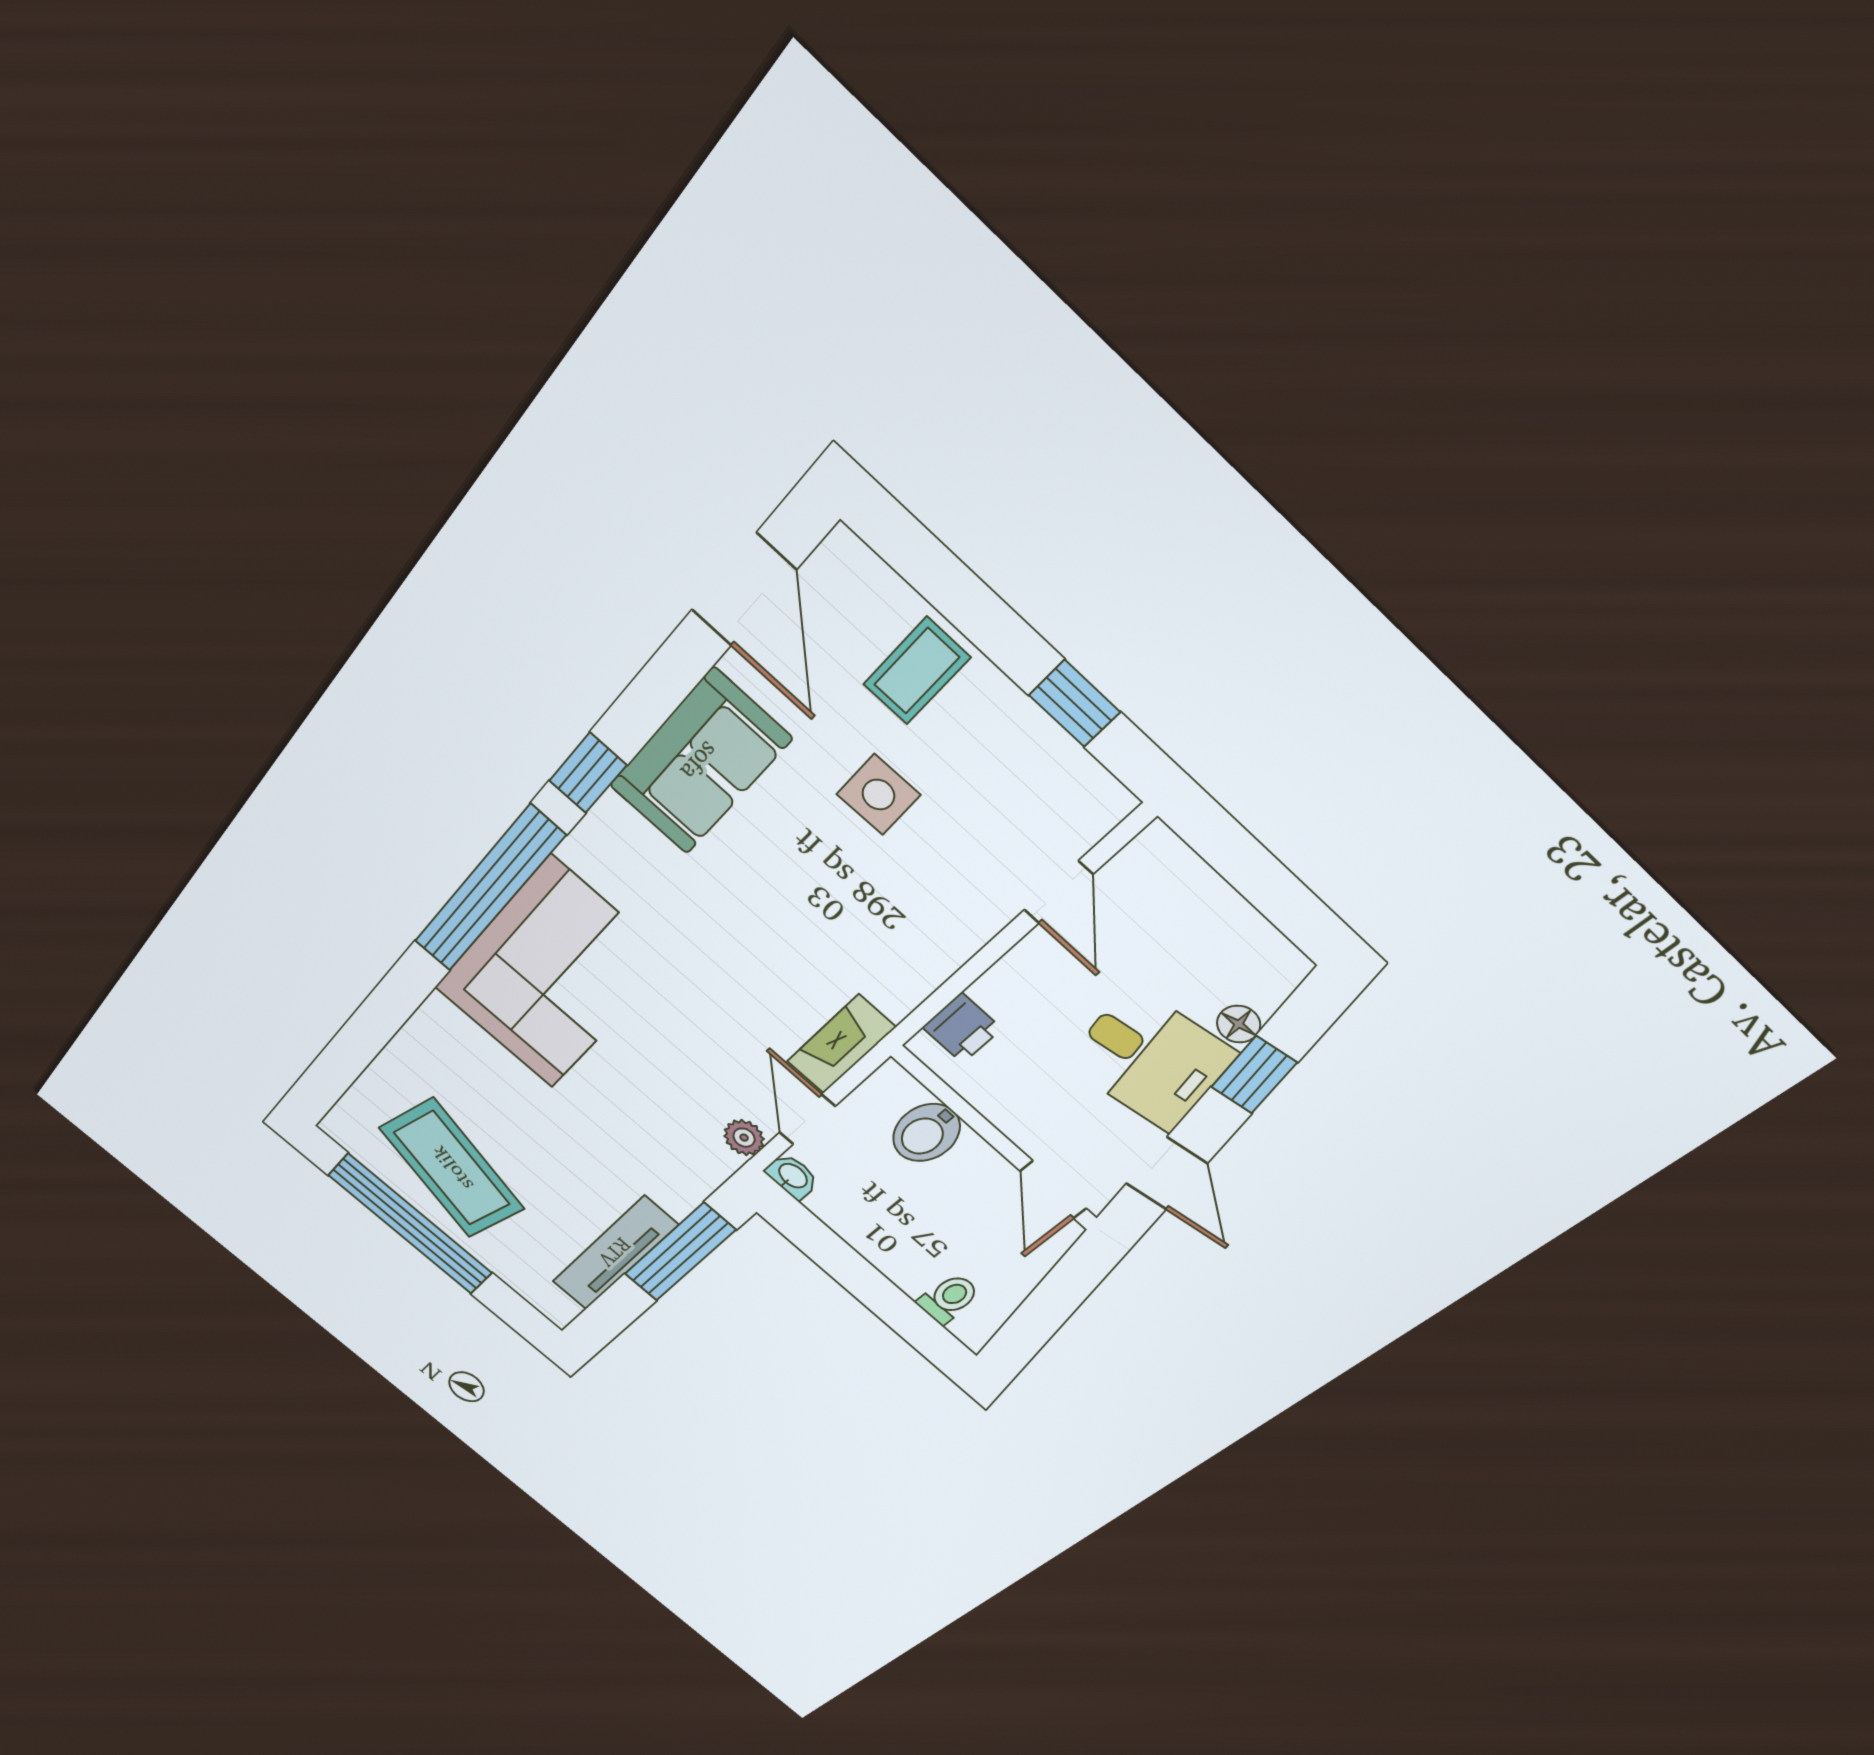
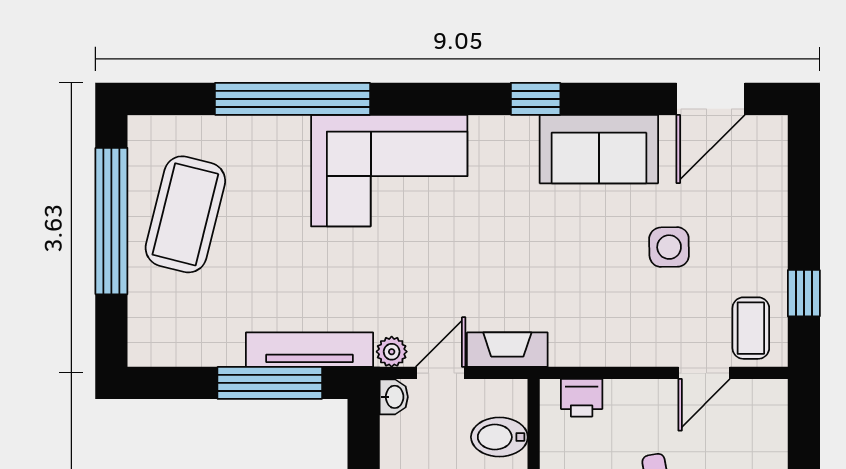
coffee table: (917, 671) -> (751, 328), moved, turned 90
window: (489, 889) -> (292, 99), moved
tv unit: (615, 1253) -> (310, 350), moved

